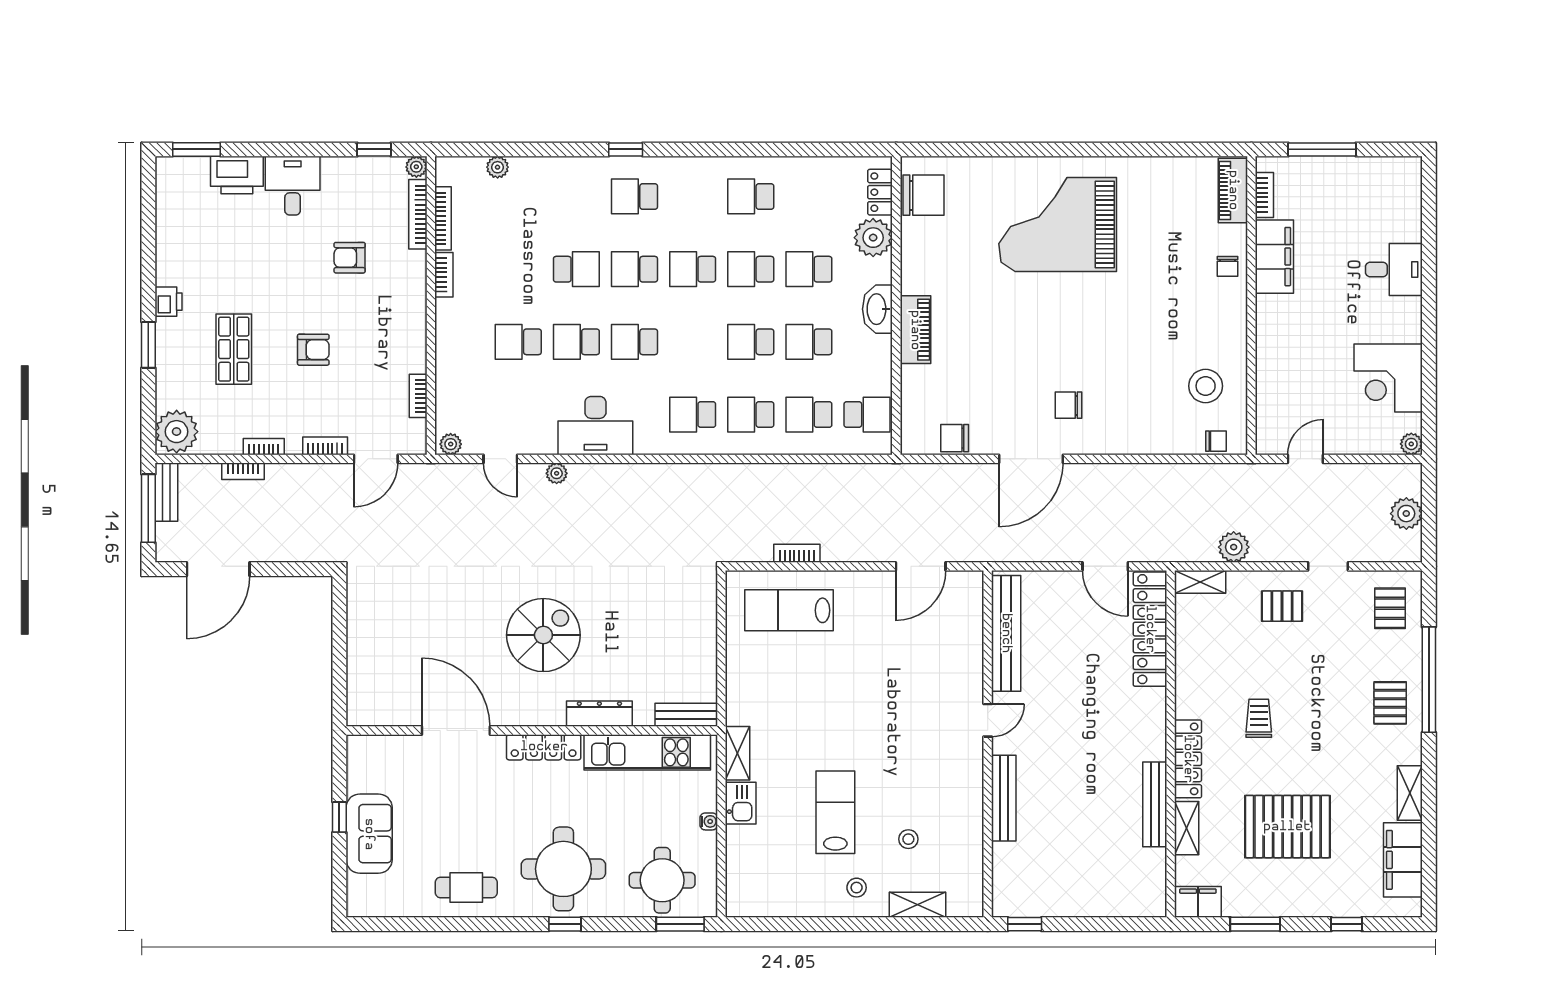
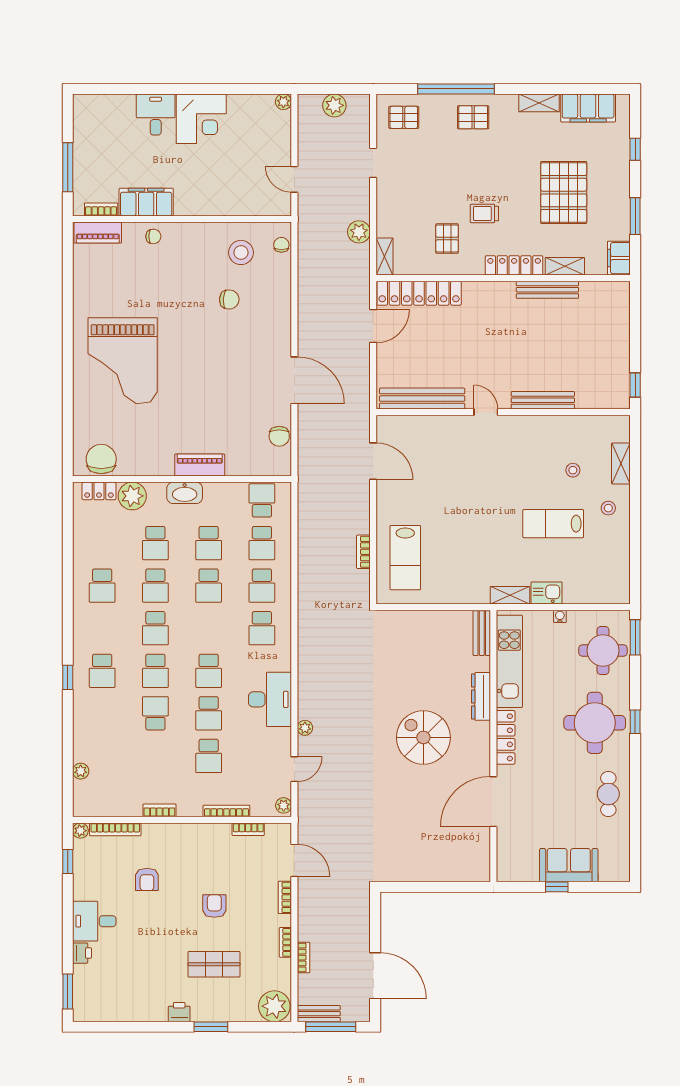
printer: (237, 175) -> (82, 953), width x0.53, depth x0.68
bookcase: (443, 218) -> (226, 811), moved
corner desk: (1388, 378) -> (201, 119), moved
chair: (1068, 405) -> (229, 299), moved, turned -86
pallet: (1282, 606) -> (447, 238), moved

